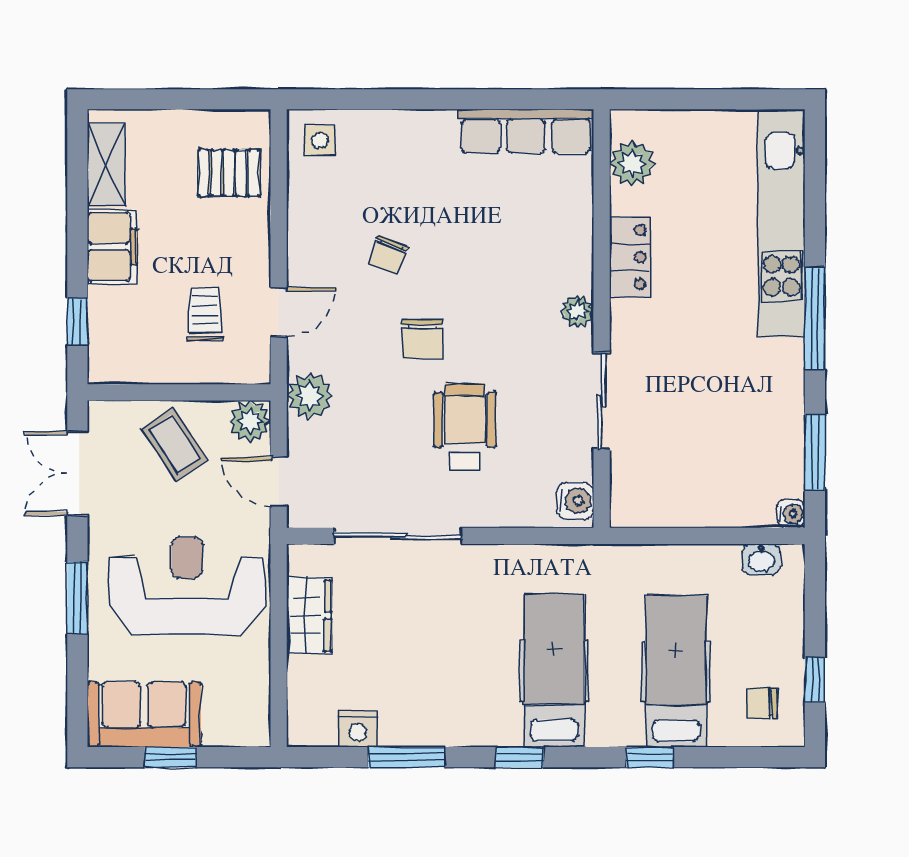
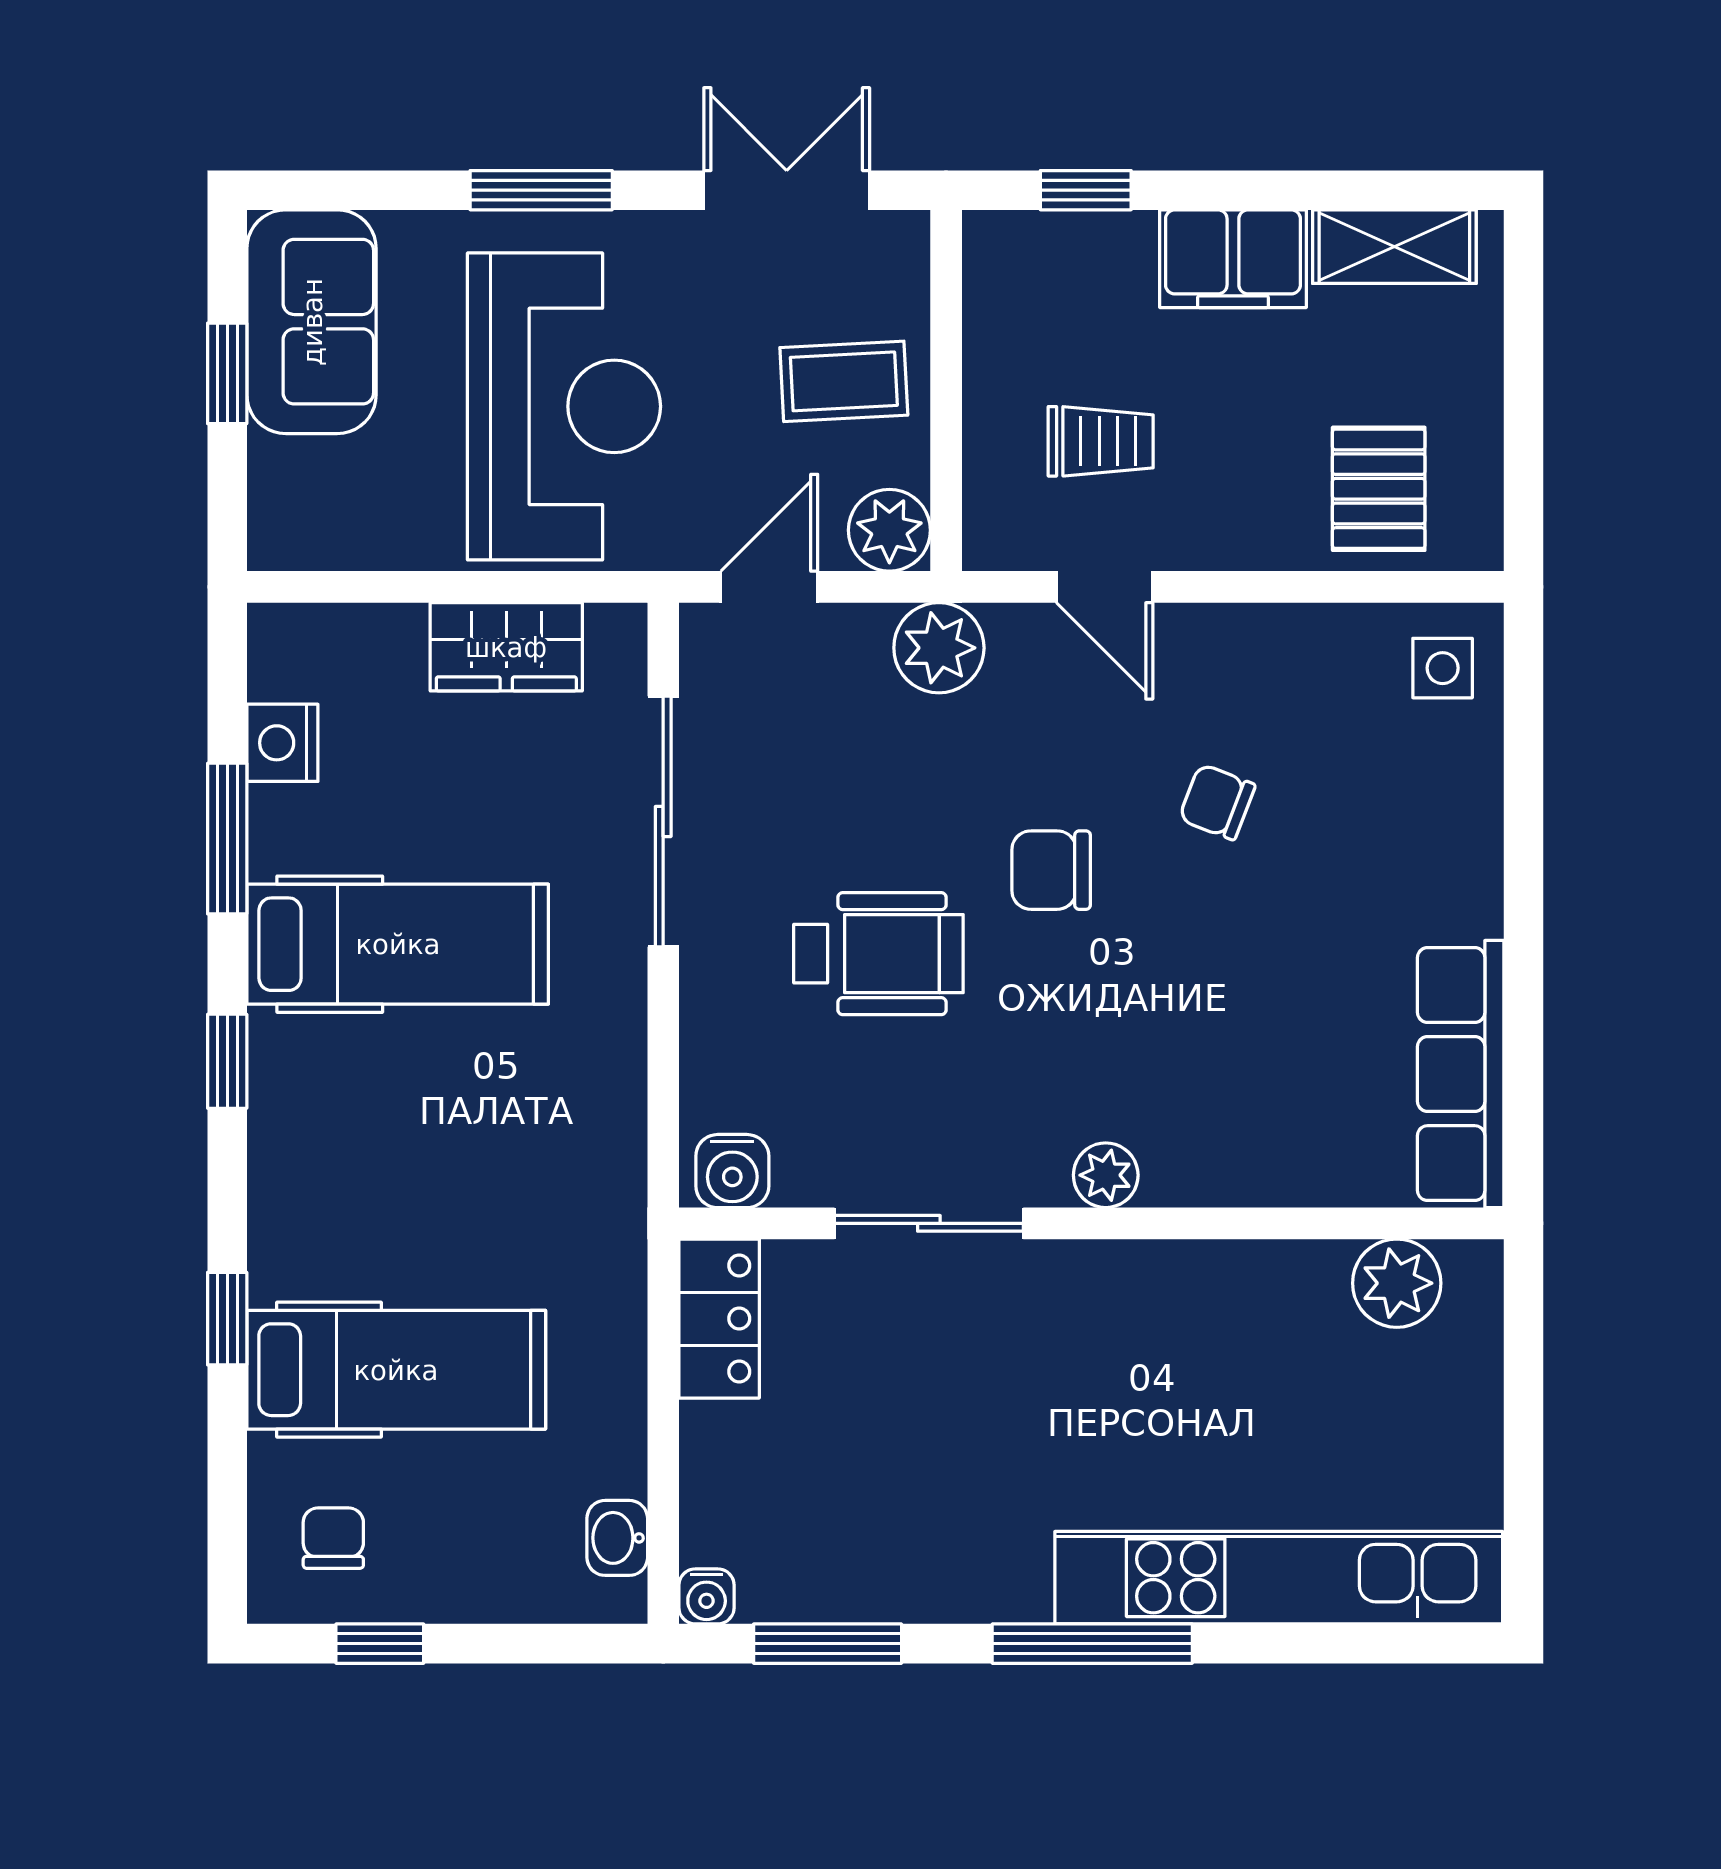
locker: (630, 257) -> (719, 1319), moved, turned -90
coffee table: (174, 444) -> (844, 381), turned 31
hospital bed: (554, 671) -> (398, 944), moved

